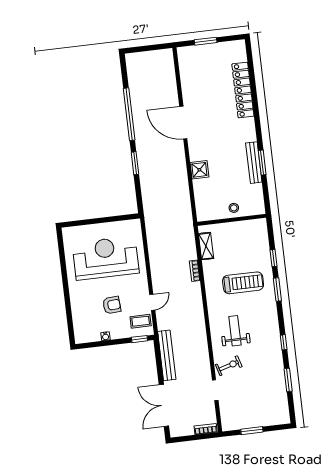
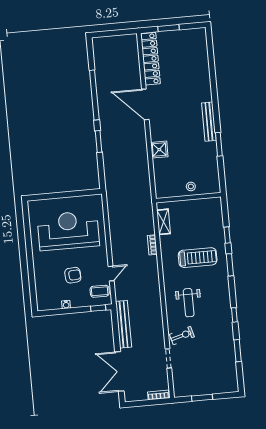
locker: (243, 90) -> (151, 59), moved, turned 180
bench: (254, 163) -> (209, 122), moved
weight bench: (235, 331) -> (189, 303), turned 180

